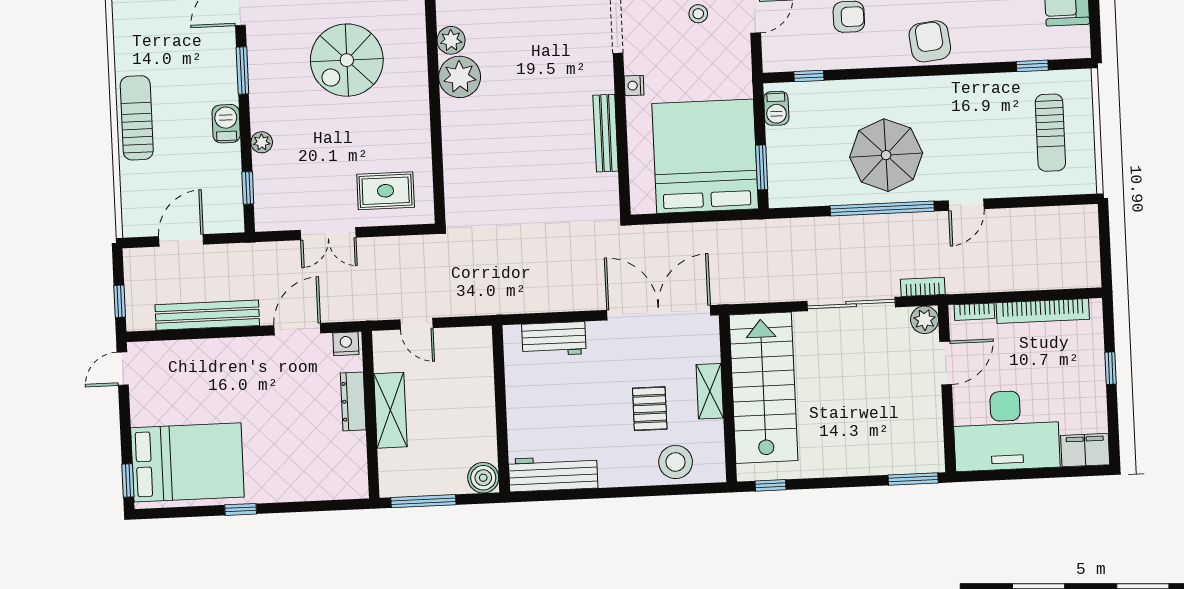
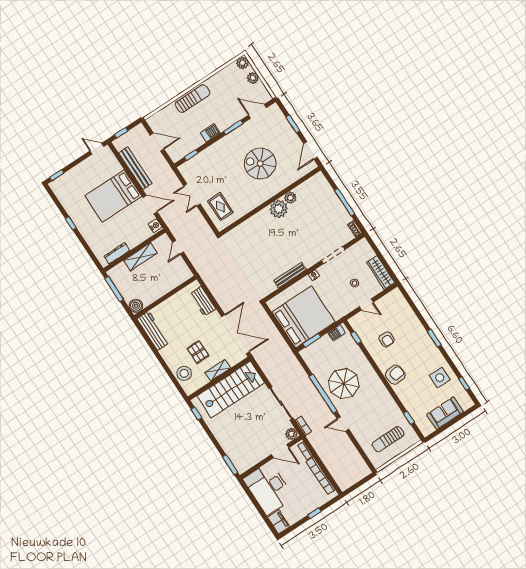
plant: (262, 142) -> (211, 150), removed
dresser: (353, 401) -> (117, 253), moved
pallet: (650, 409) -> (198, 352), turned 90
bed: (187, 462) -> (113, 196), moved, turned 90

